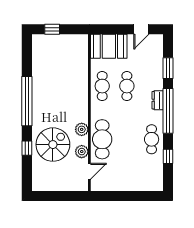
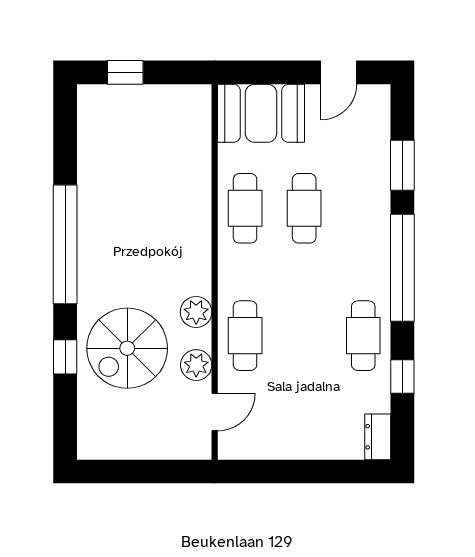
dresser: (158, 100) -> (378, 437), moved
cafe table: (102, 139) -> (245, 336), width x0.73, depth x0.74
spiral stairs: (53, 145) -> (127, 348), turned 180

